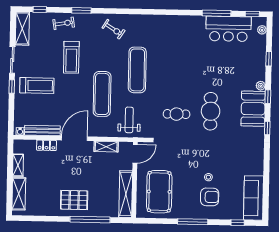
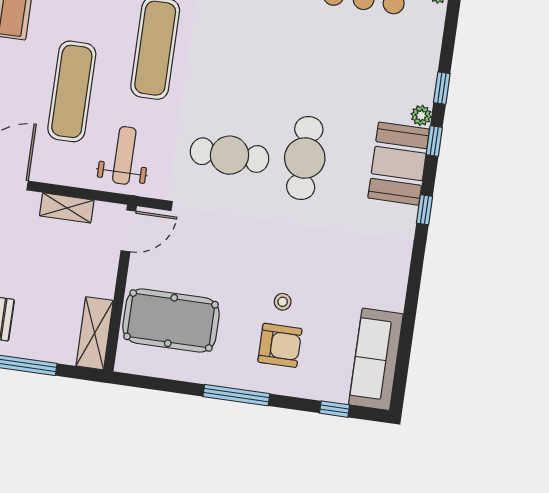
window: (269, 59) -> (442, 88), moved
cafe table: (177, 114) -> (230, 155), width x1.37, depth x1.35
pool table: (159, 192) -> (171, 320), turned 90
shelving: (126, 194) -> (95, 333), width x0.68

